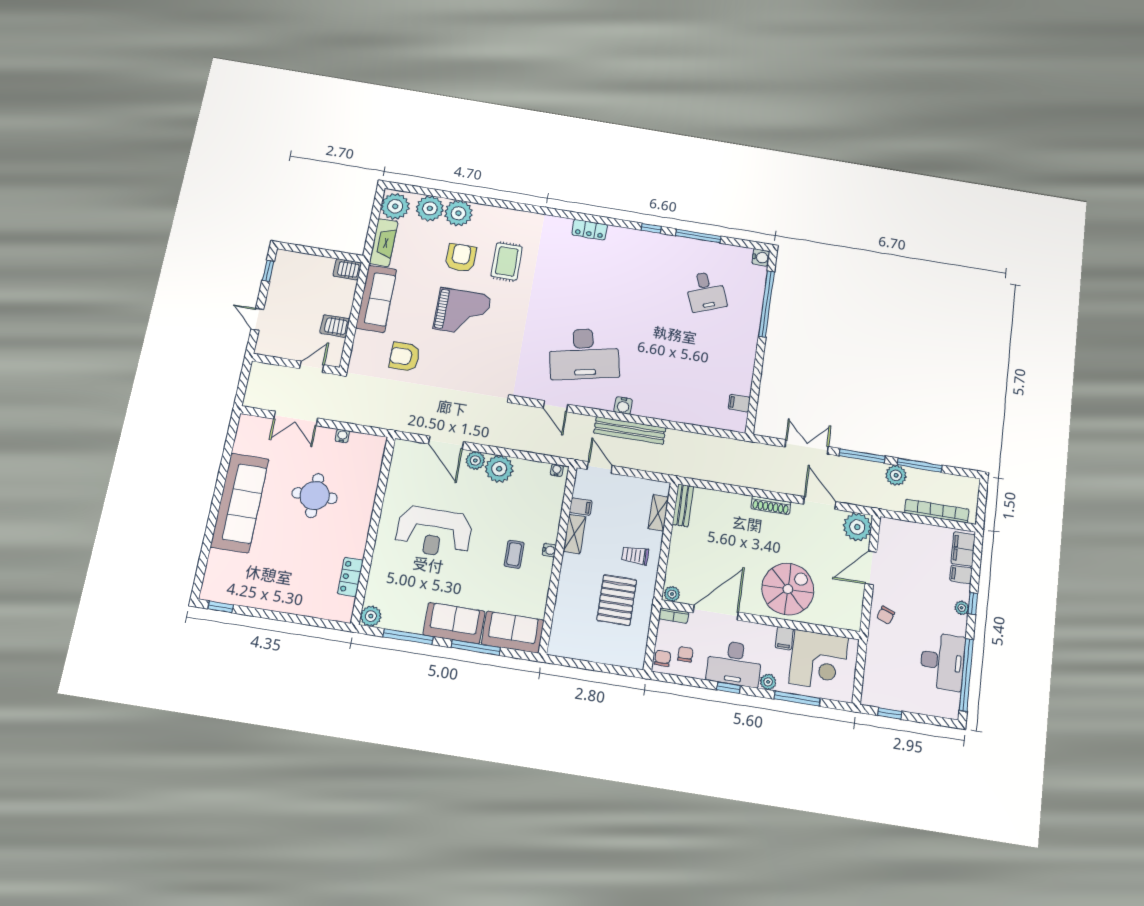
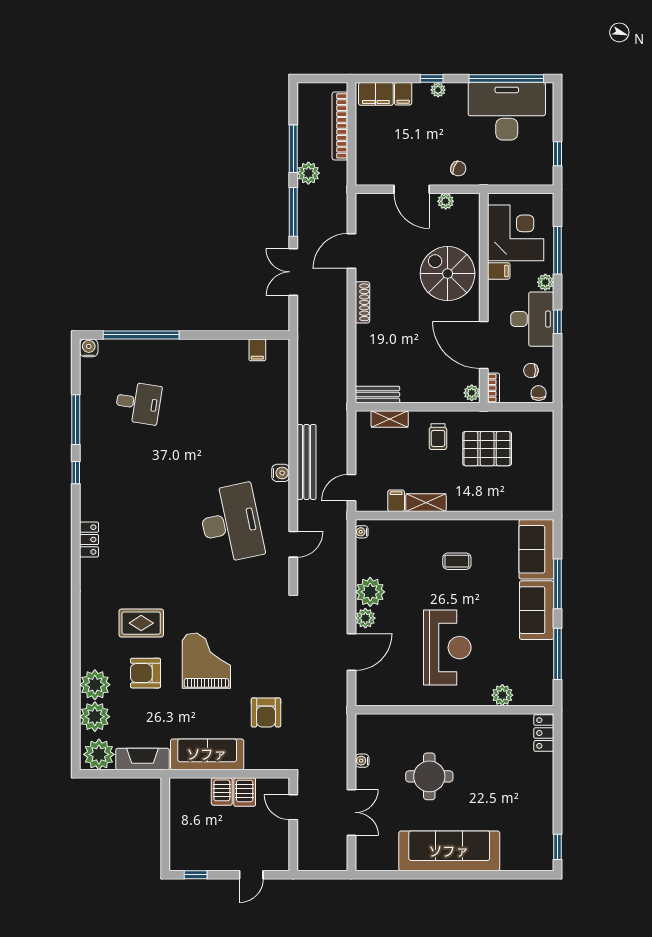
server rack: (347, 269) -> (222, 792), moved
desk: (706, 291) -> (138, 403), turned 30
plant: (857, 527) -> (446, 201), moved, width x0.53, depth x0.53
water cooler: (549, 550) -> (447, 526), removed
locker: (350, 577) -> (544, 733), moved, turned 90
plant: (371, 616) -> (502, 695), moved
chair: (663, 658) -> (539, 393), turned 90
desk: (942, 661) -> (507, 111), width x1.36, depth x1.30

